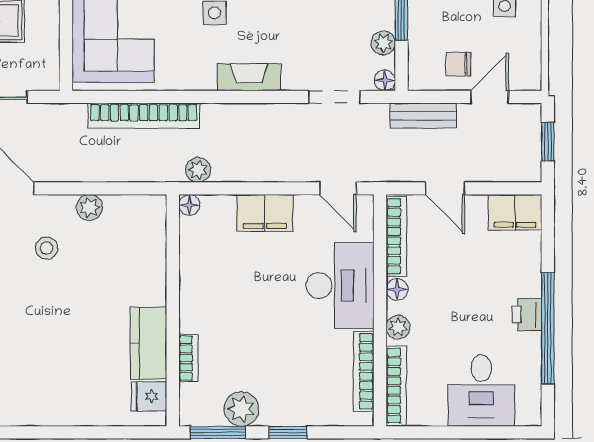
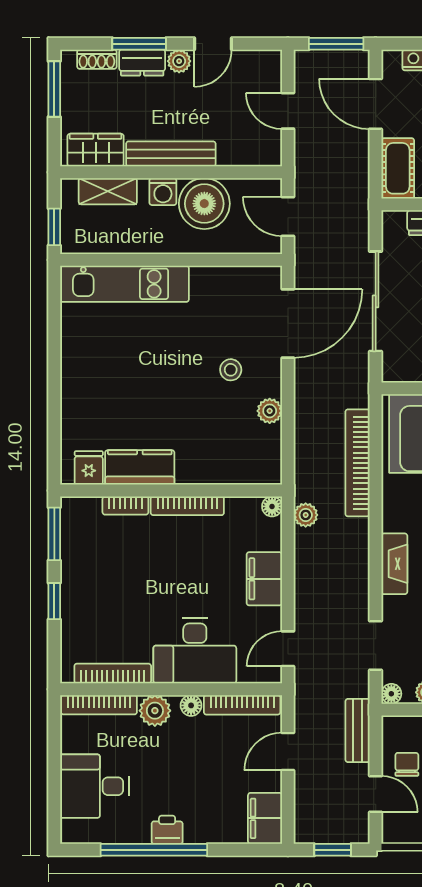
bookcase: (189, 293) -> (187, 506), added
plant: (398, 327) -> (155, 711), width x1.38, depth x1.38
plant: (241, 409) -> (77, 556), removed

